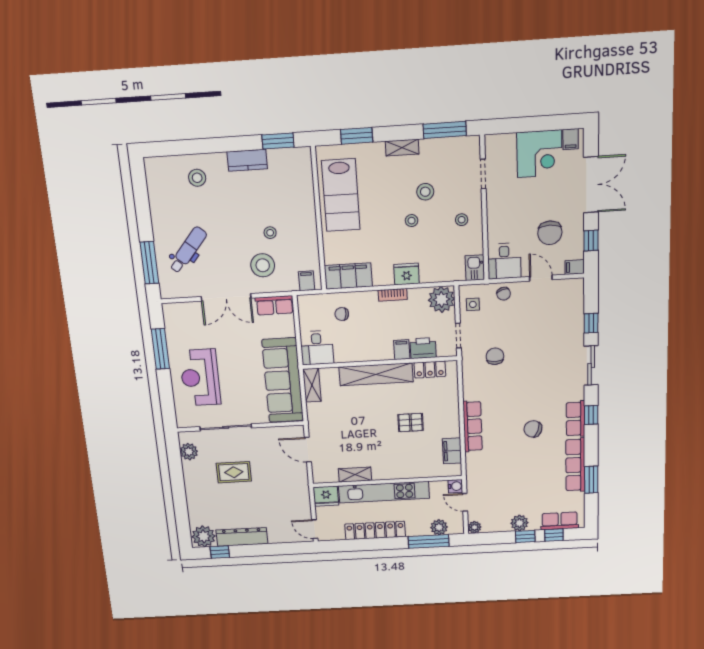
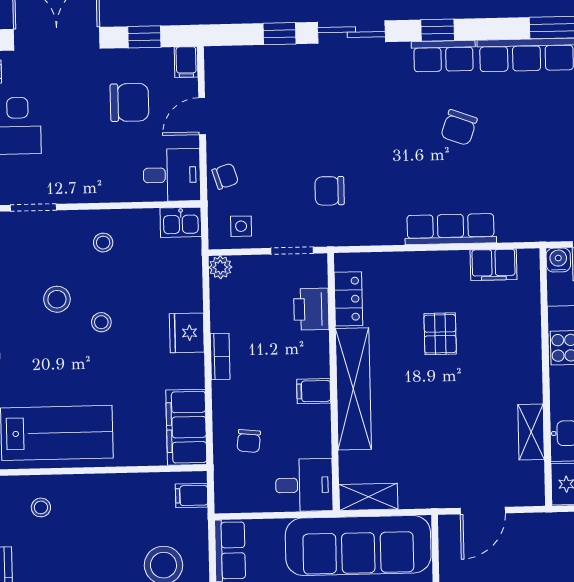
stool: (270, 233) -> (41, 507), moved
plant: (441, 299) -> (220, 267), width x0.53, depth x0.53
filing cabinet: (402, 350) -> (314, 391), moved

